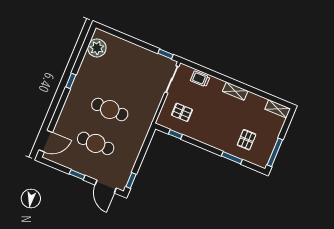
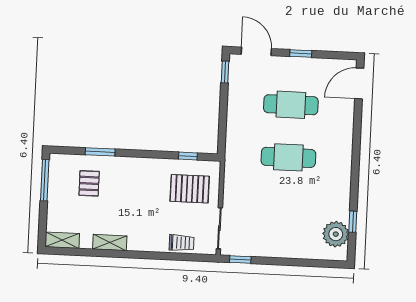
window: (71, 81) -> (353, 222), moved
shelving: (235, 91) -> (110, 243), moved
pallet: (182, 112) -> (190, 189), width x1.50, depth x1.42

